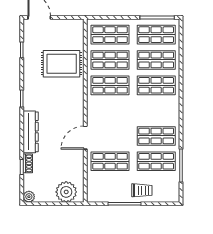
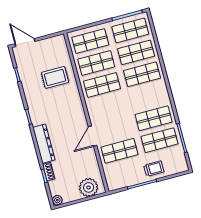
rug: (62, 64) -> (55, 77), width x0.73, depth x0.70

